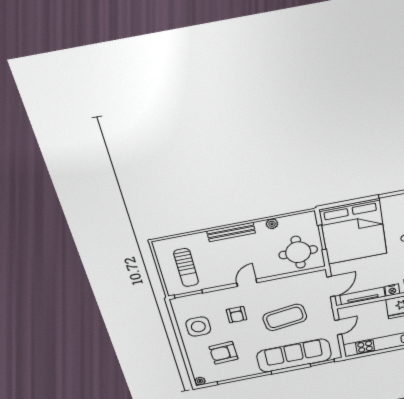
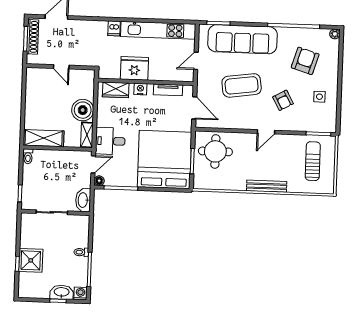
plant: (272, 224) -> (231, 185), removed
door: (331, 287) -> (194, 108), swing flipped
tv unit: (363, 296) -> (168, 90), width x0.71
armchair: (237, 315) -> (283, 100), turned 151
side table: (198, 327) -> (319, 97), width x0.54, depth x0.54
armchair: (224, 353) -> (305, 61), turned -70

